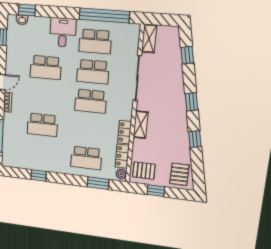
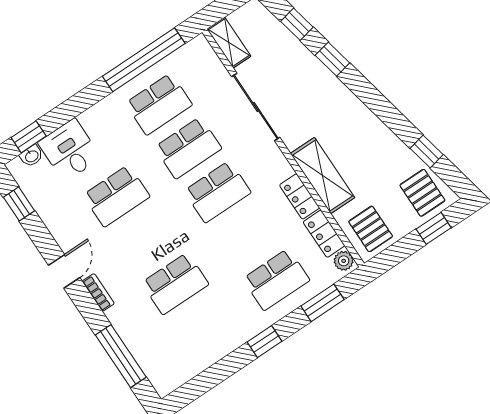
desk: (63, 32) -> (70, 150), moved
window: (191, 102) -> (332, 59), moved
shelving: (141, 125) -> (323, 176), width x1.50, depth x1.33
window: (195, 139) -> (427, 152), moved
pallet: (144, 171) -> (371, 229), turned 90
window: (39, 175) -> (264, 342), moved
window: (156, 191) -> (434, 228), moved

